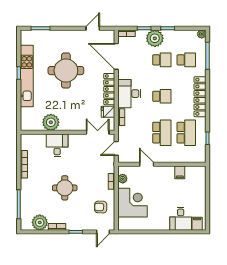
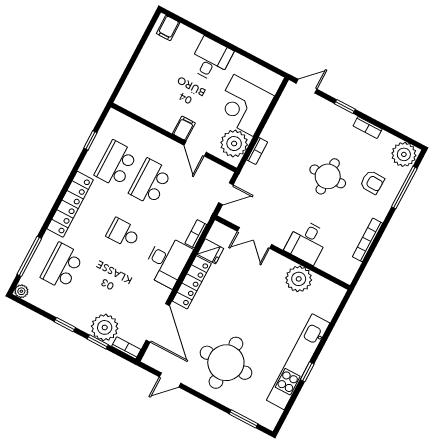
plant: (155, 38) -> (105, 327), moved
school desk: (162, 60) -> (96, 284), removed
school desk: (186, 60) -> (62, 266), width x1.85
round table: (66, 71) -> (226, 363), moved
double door: (98, 132) -> (254, 238), moved
filing cabinet: (180, 172) -> (184, 128), moved
plant: (123, 179) -> (234, 144), width x1.87, depth x1.87
armchair: (101, 207) -> (372, 182), moved
desk: (181, 219) -> (211, 59), moved
plant: (40, 222) -> (404, 154), moved

